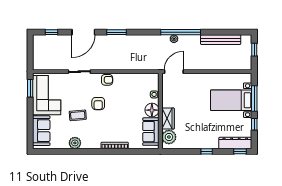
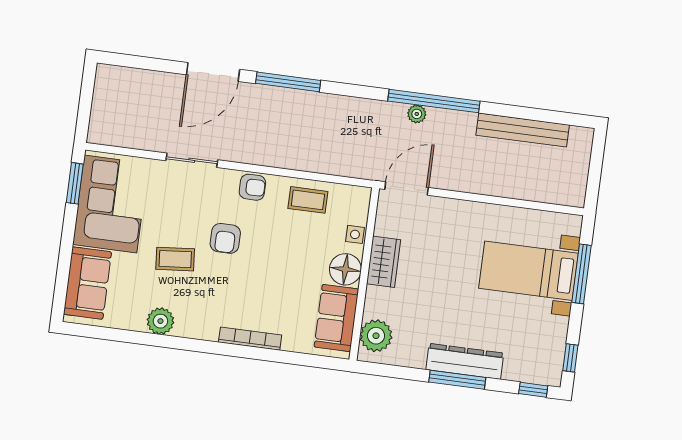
window: (51, 32) -> (140, 62), removed
window: (116, 32) -> (288, 82), width x1.44
window: (254, 50) -> (596, 163), removed
coffee table: (132, 82) -> (308, 200), added
wardrobe: (168, 119) -> (384, 262), moved
window: (254, 124) -> (570, 358), moved
dresser: (235, 143) -> (465, 361), moved
window: (207, 151) -> (457, 380), width x2.17

